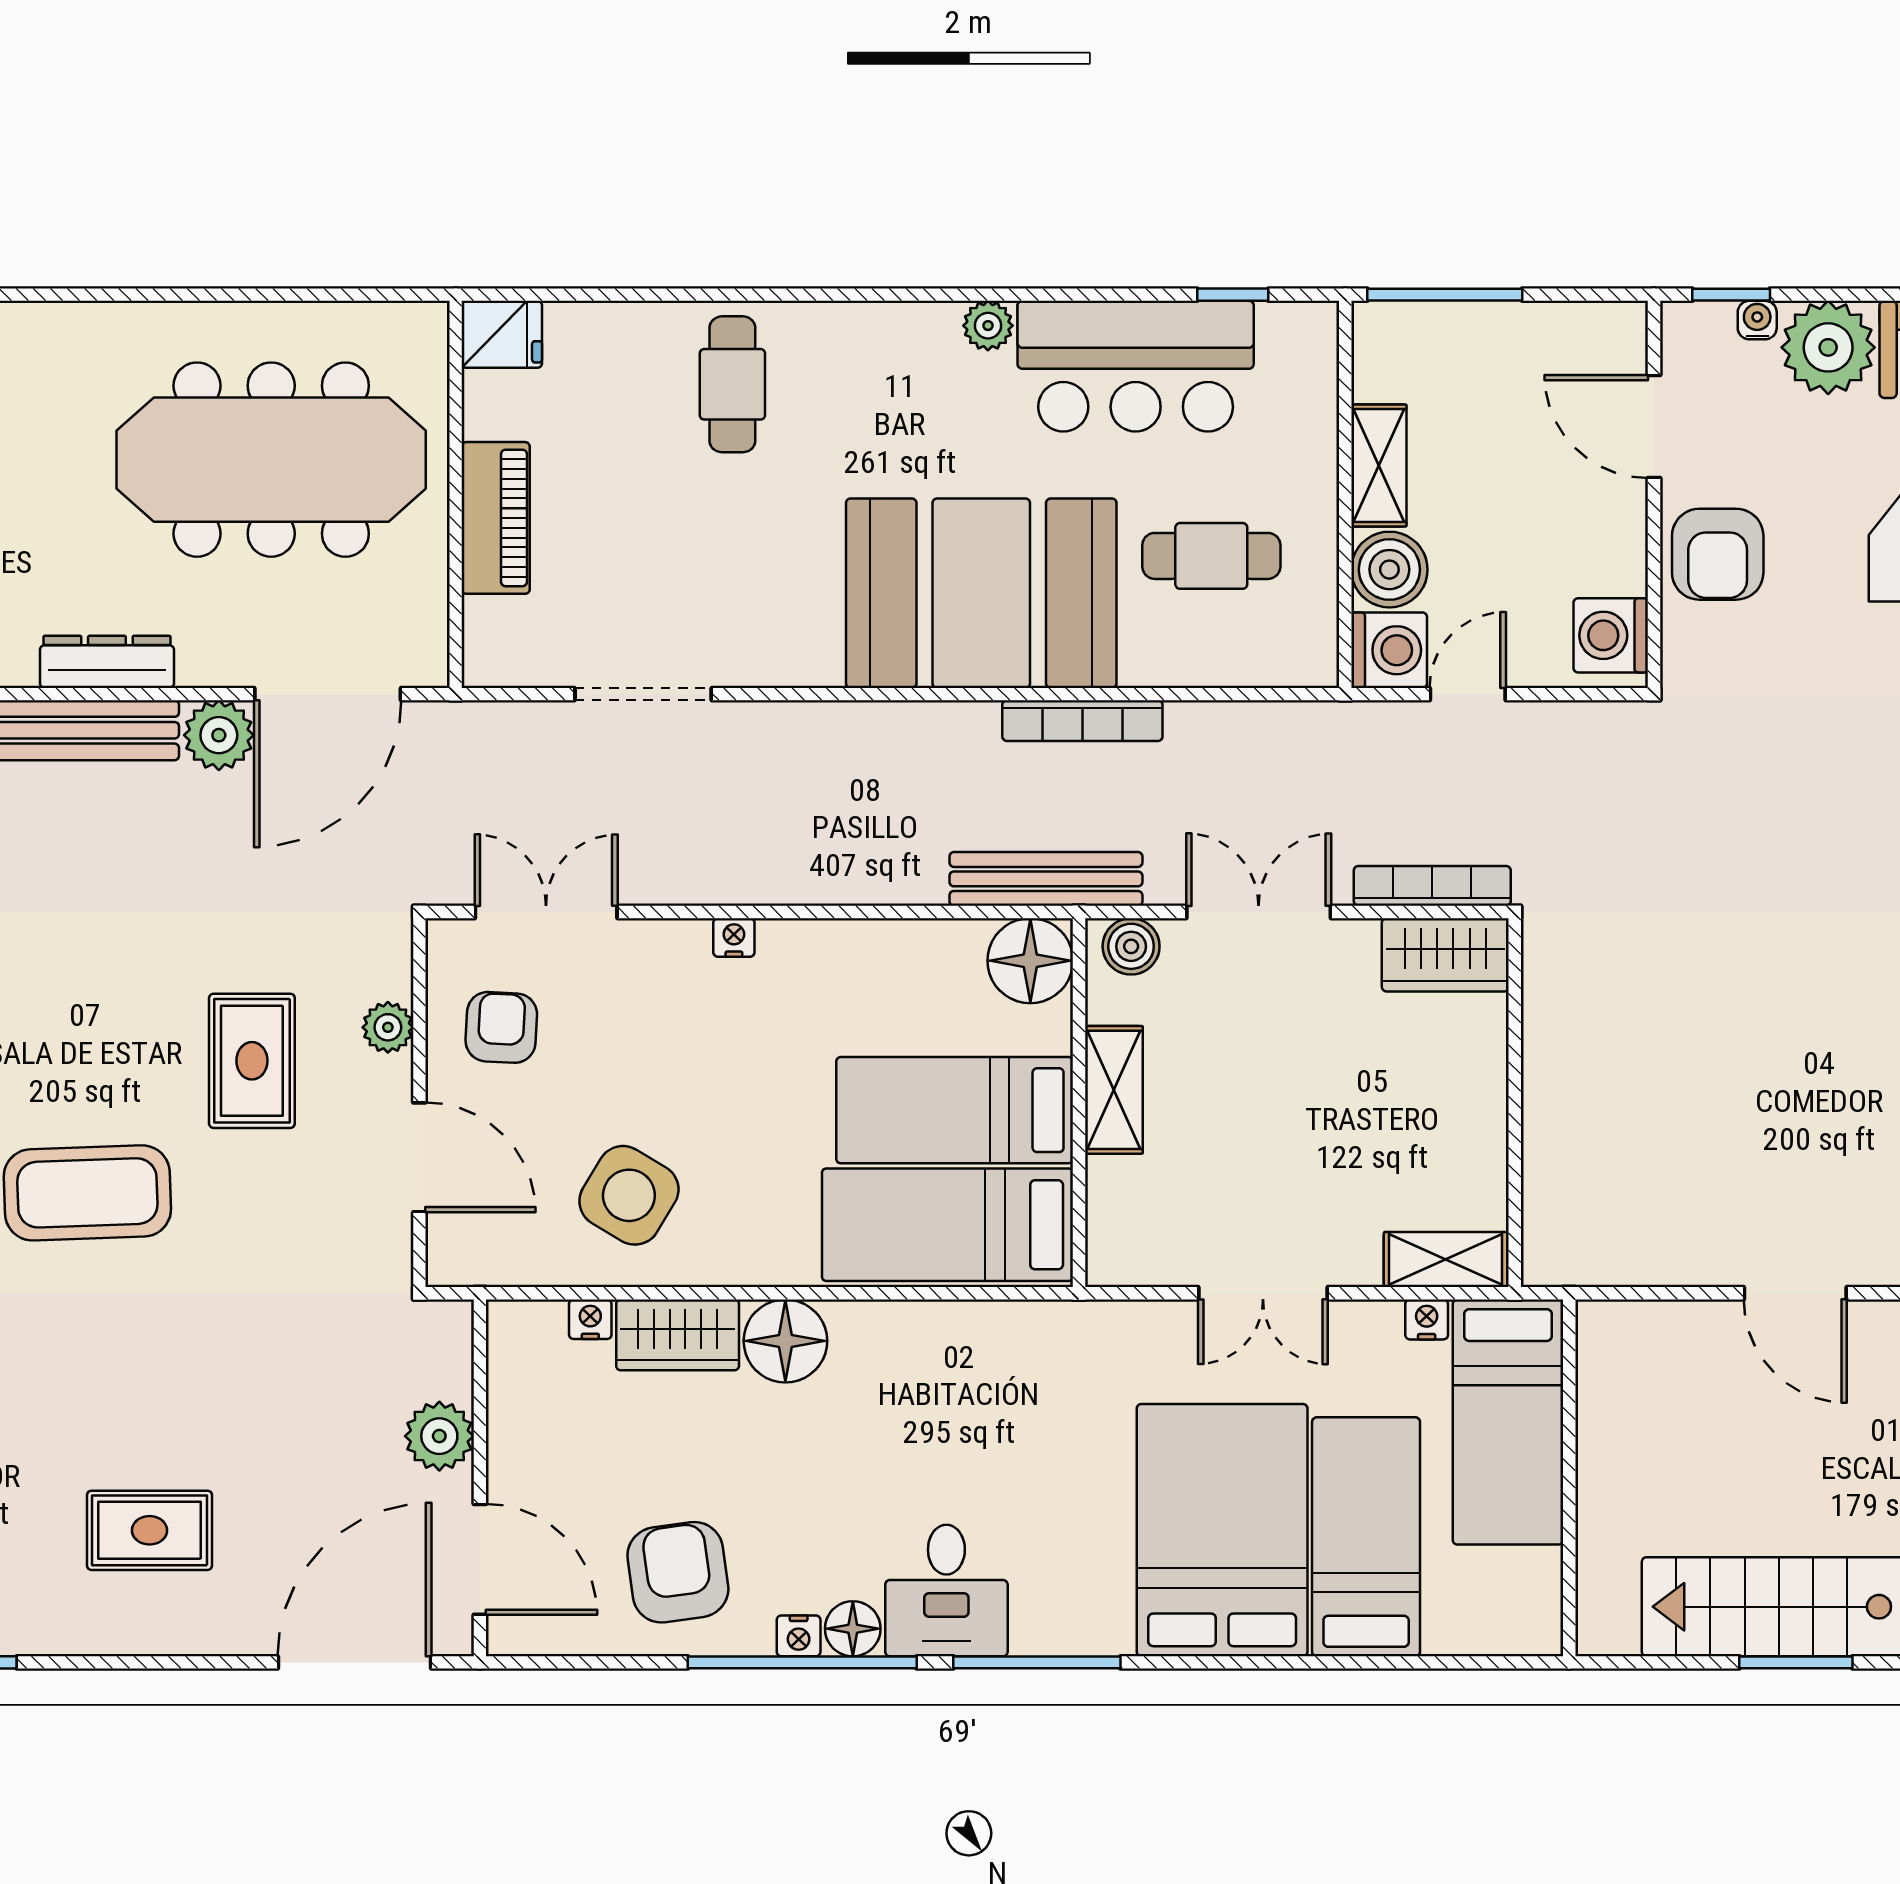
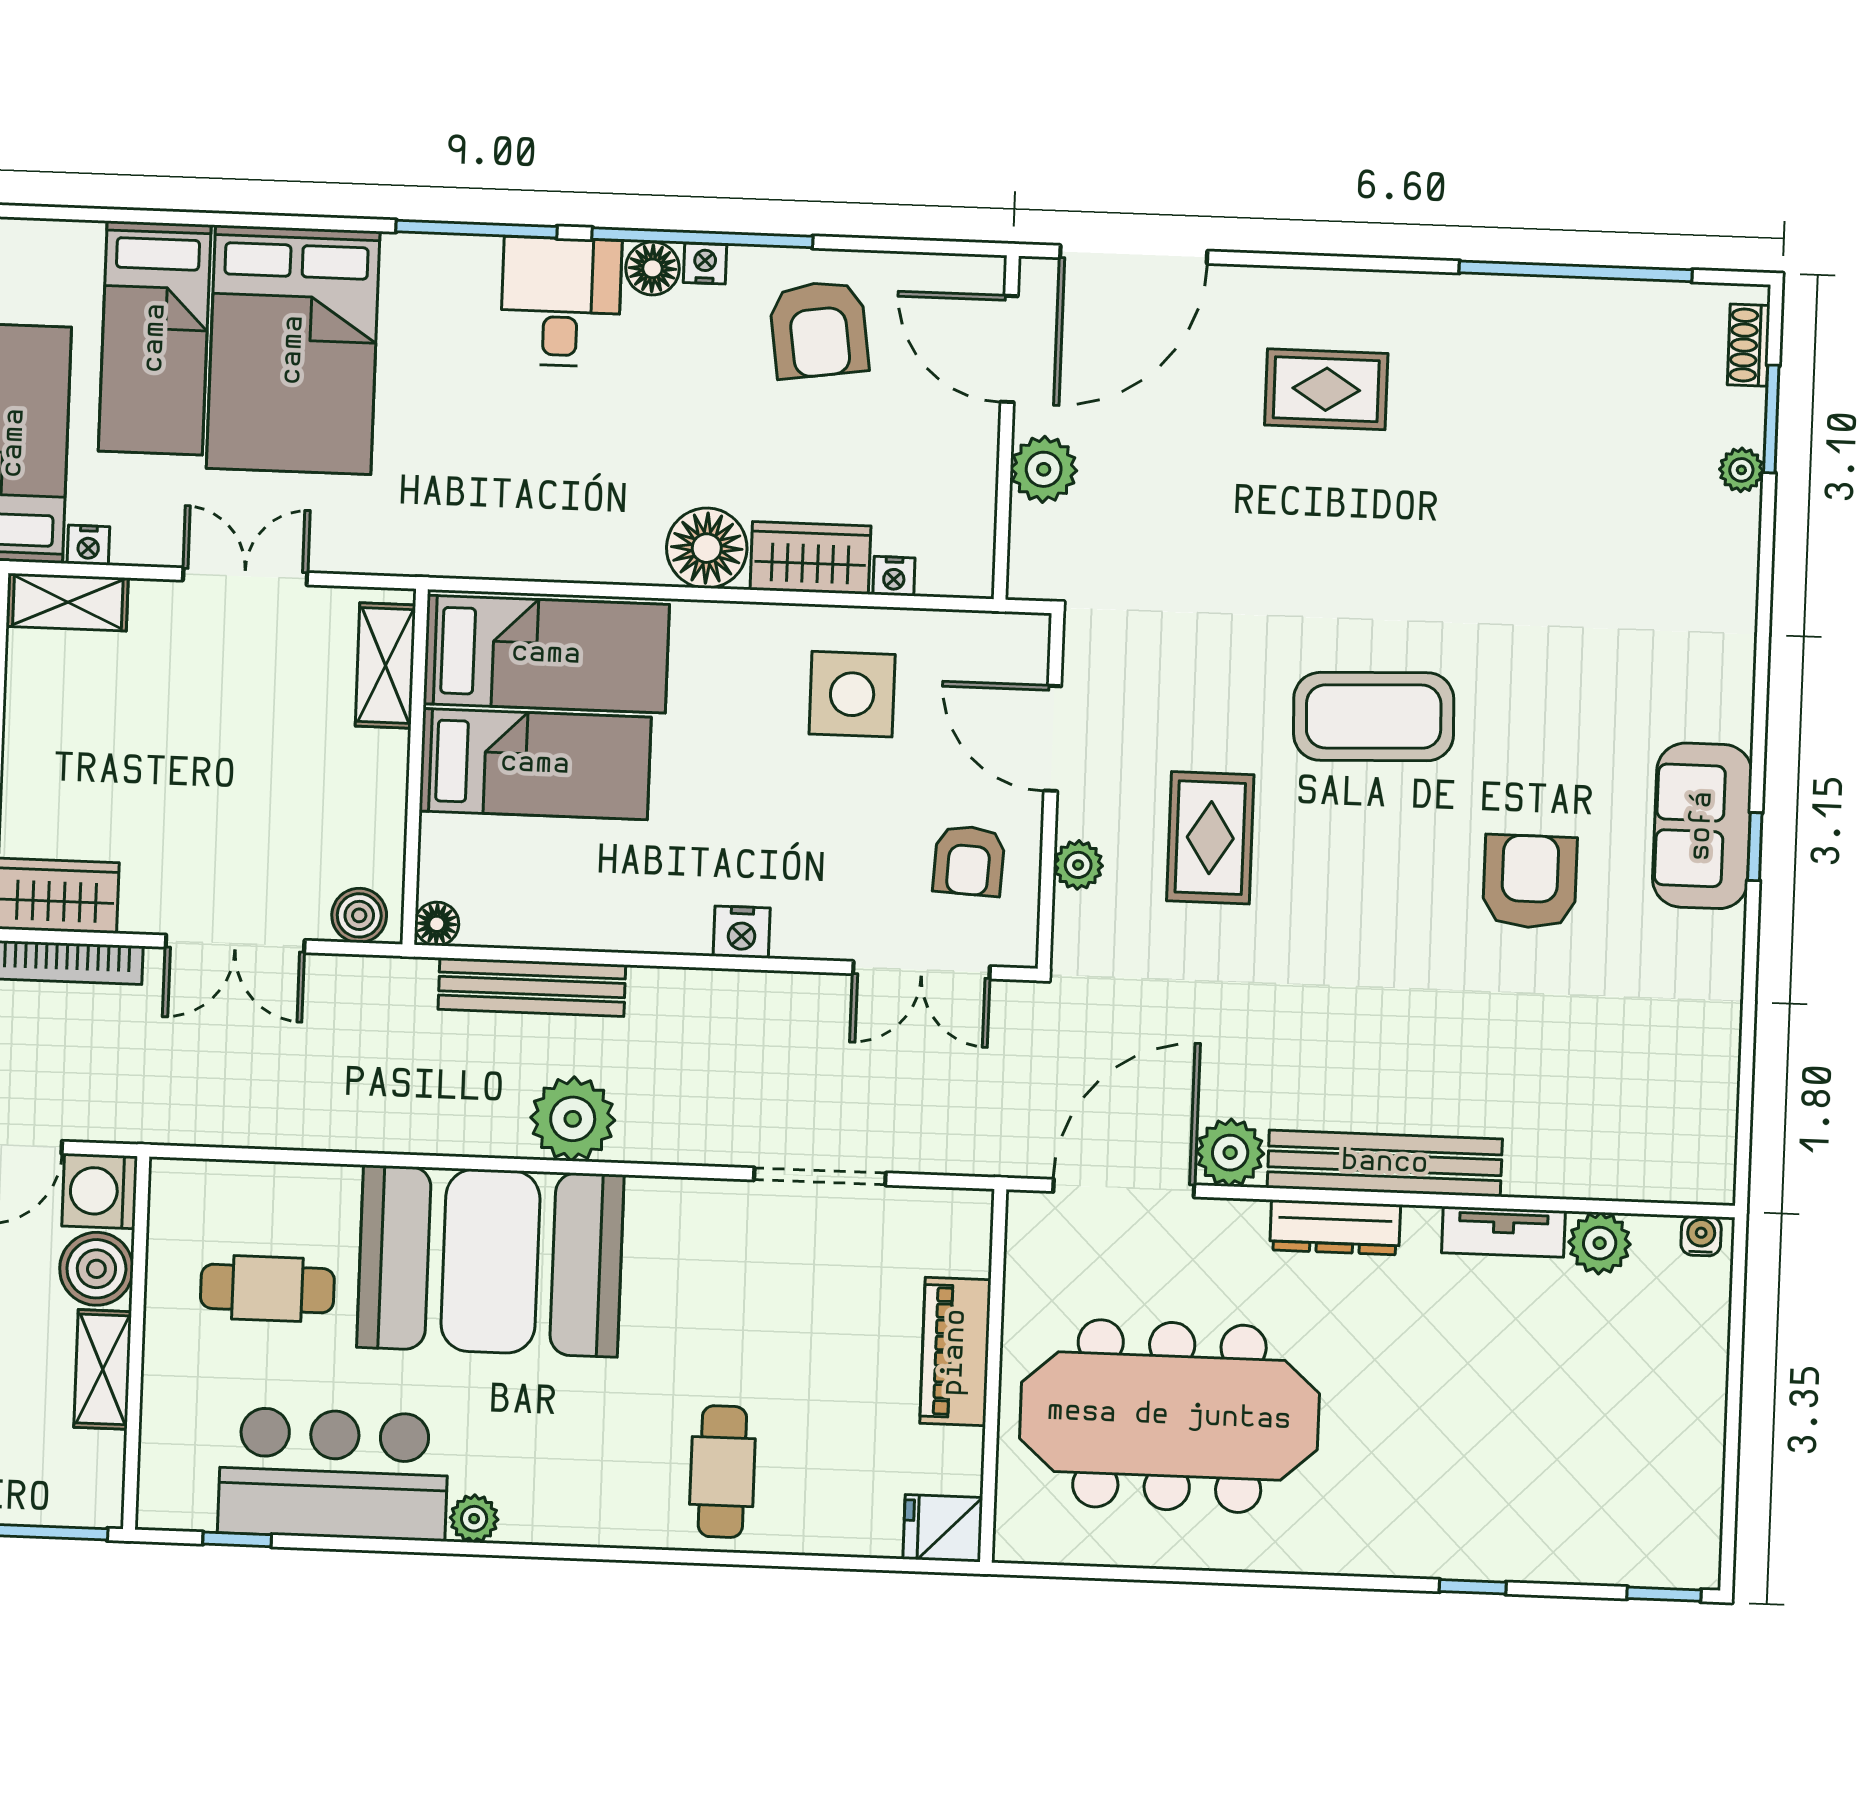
bookcase: (1082, 721) -> (398, 1135), removed
plant: (902, 744) -> (573, 1119), added
bench: (1046, 879) -> (532, 987), moved
nightstand: (734, 937) -> (742, 932), width x1.39, depth x1.35
floor lamp: (1030, 961) -> (437, 924), width x0.53, depth x0.53
shelving: (1114, 1090) -> (385, 666), moved
side table: (629, 1195) -> (852, 694), turned -31

